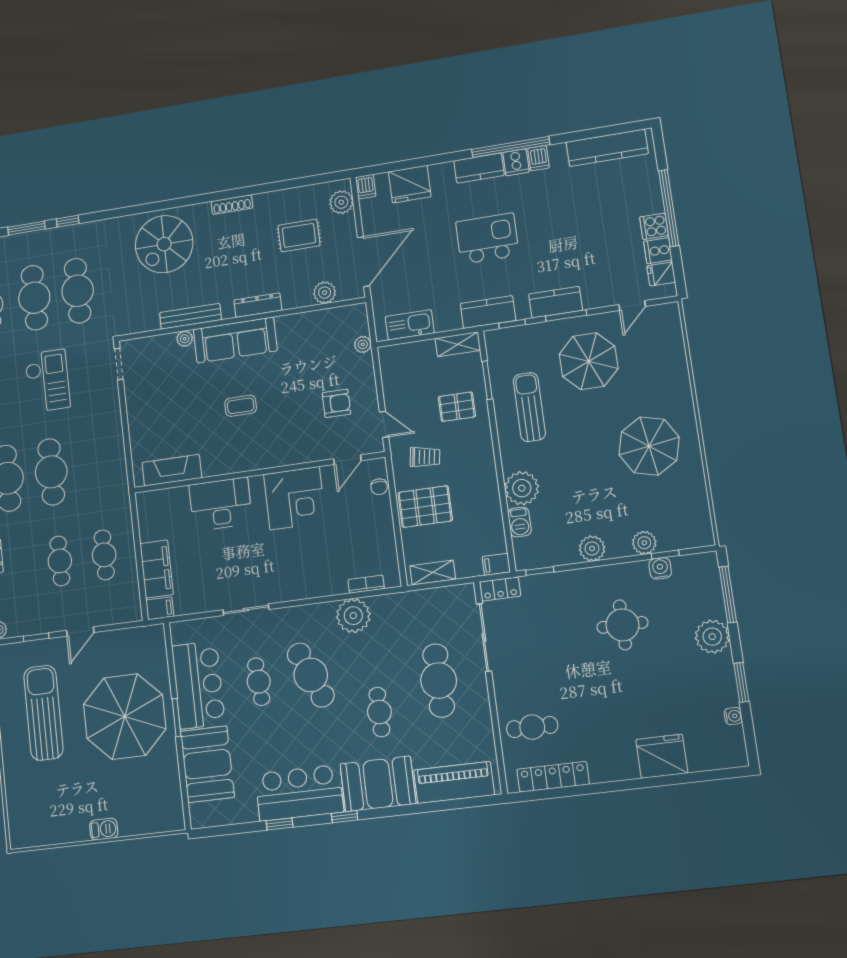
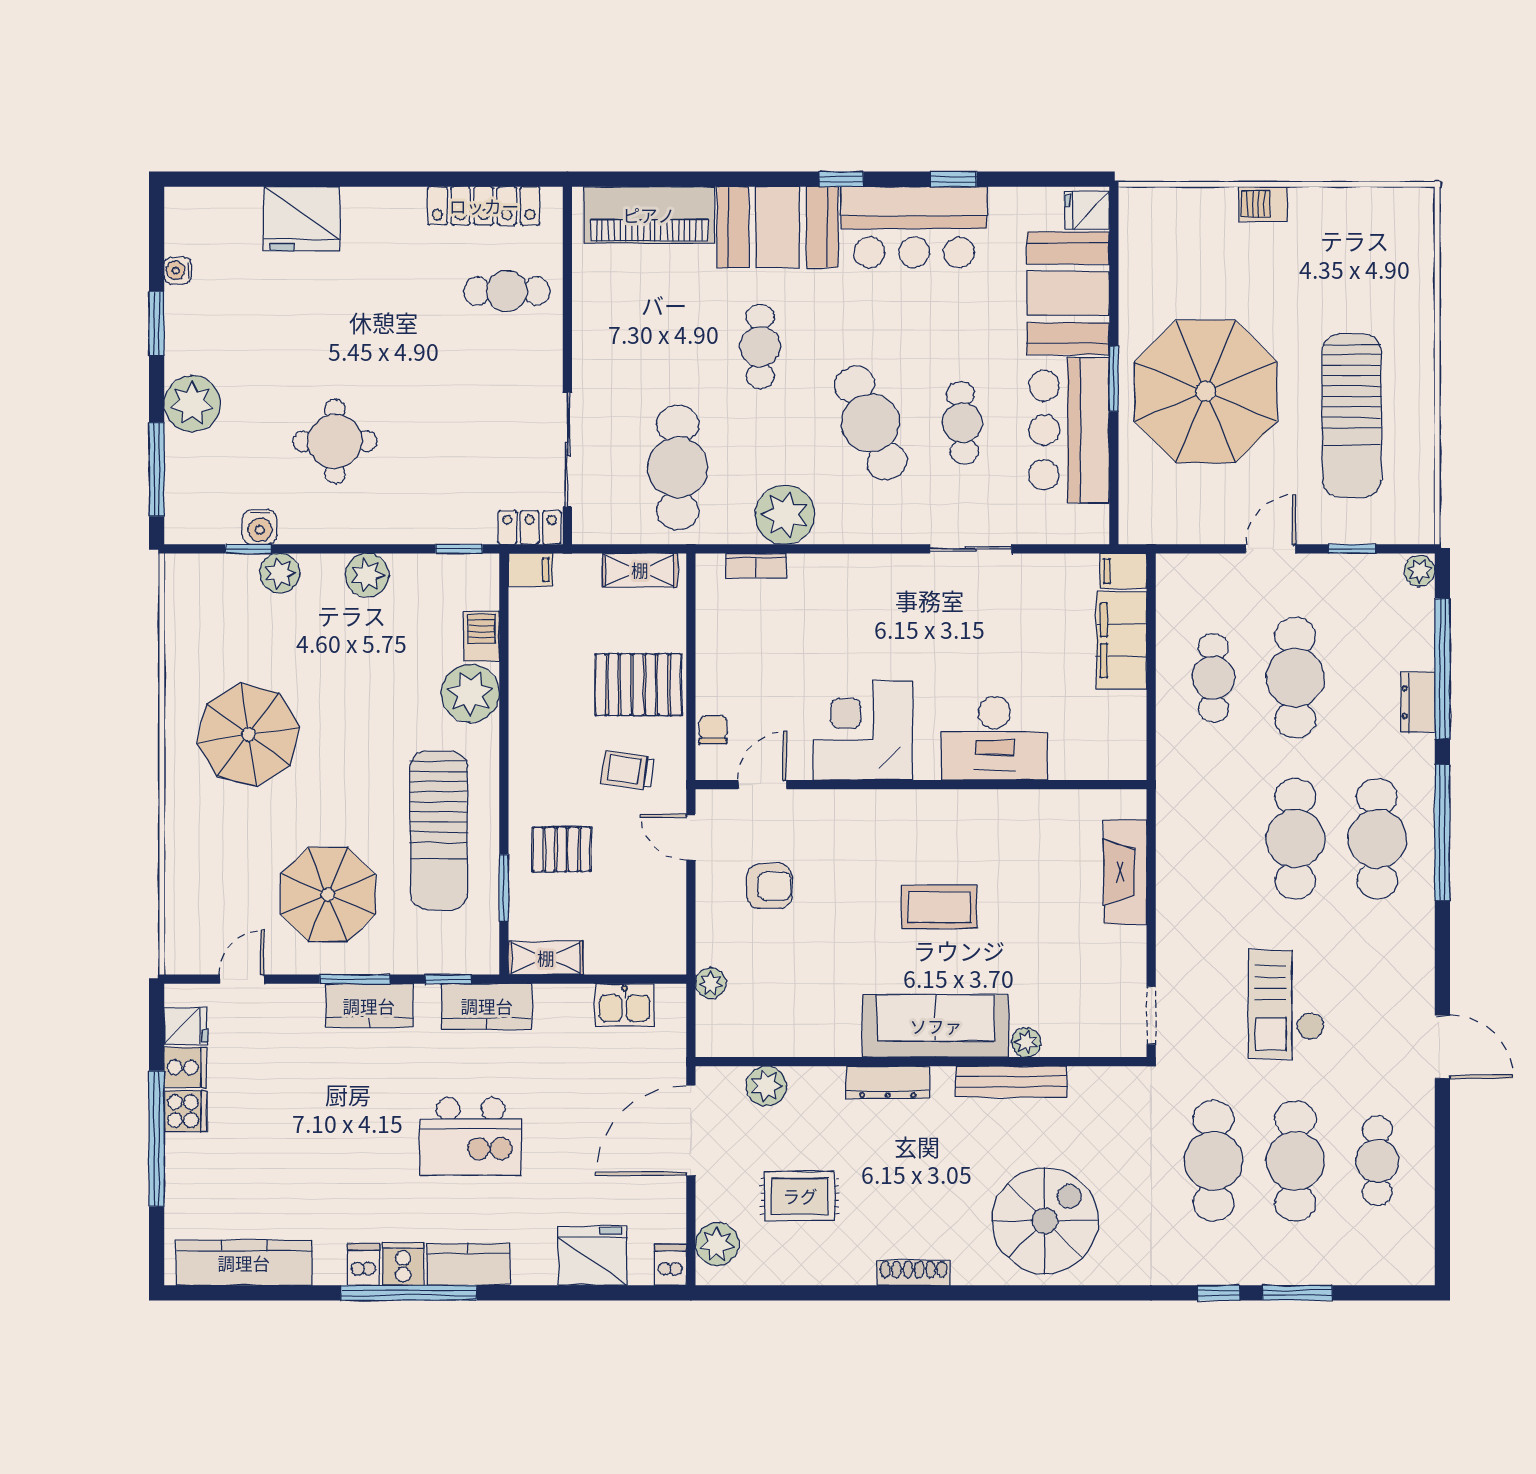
kitchen sink: (410, 325) -> (624, 1005), width x0.73
armchair: (336, 403) -> (769, 886), turned 180
coffee table: (241, 406) -> (939, 907), width x1.36, depth x1.30
sun lounger: (529, 407) -> (439, 830), width x1.36, depth x1.34
fireplace: (172, 470) -> (1125, 872), moved, turned 90
cafe table: (60, 561) -> (1295, 678), width x1.37, depth x1.35
cafe table: (439, 681) -> (678, 467), moved
fridge: (202, 814) -> (1087, 210), added

